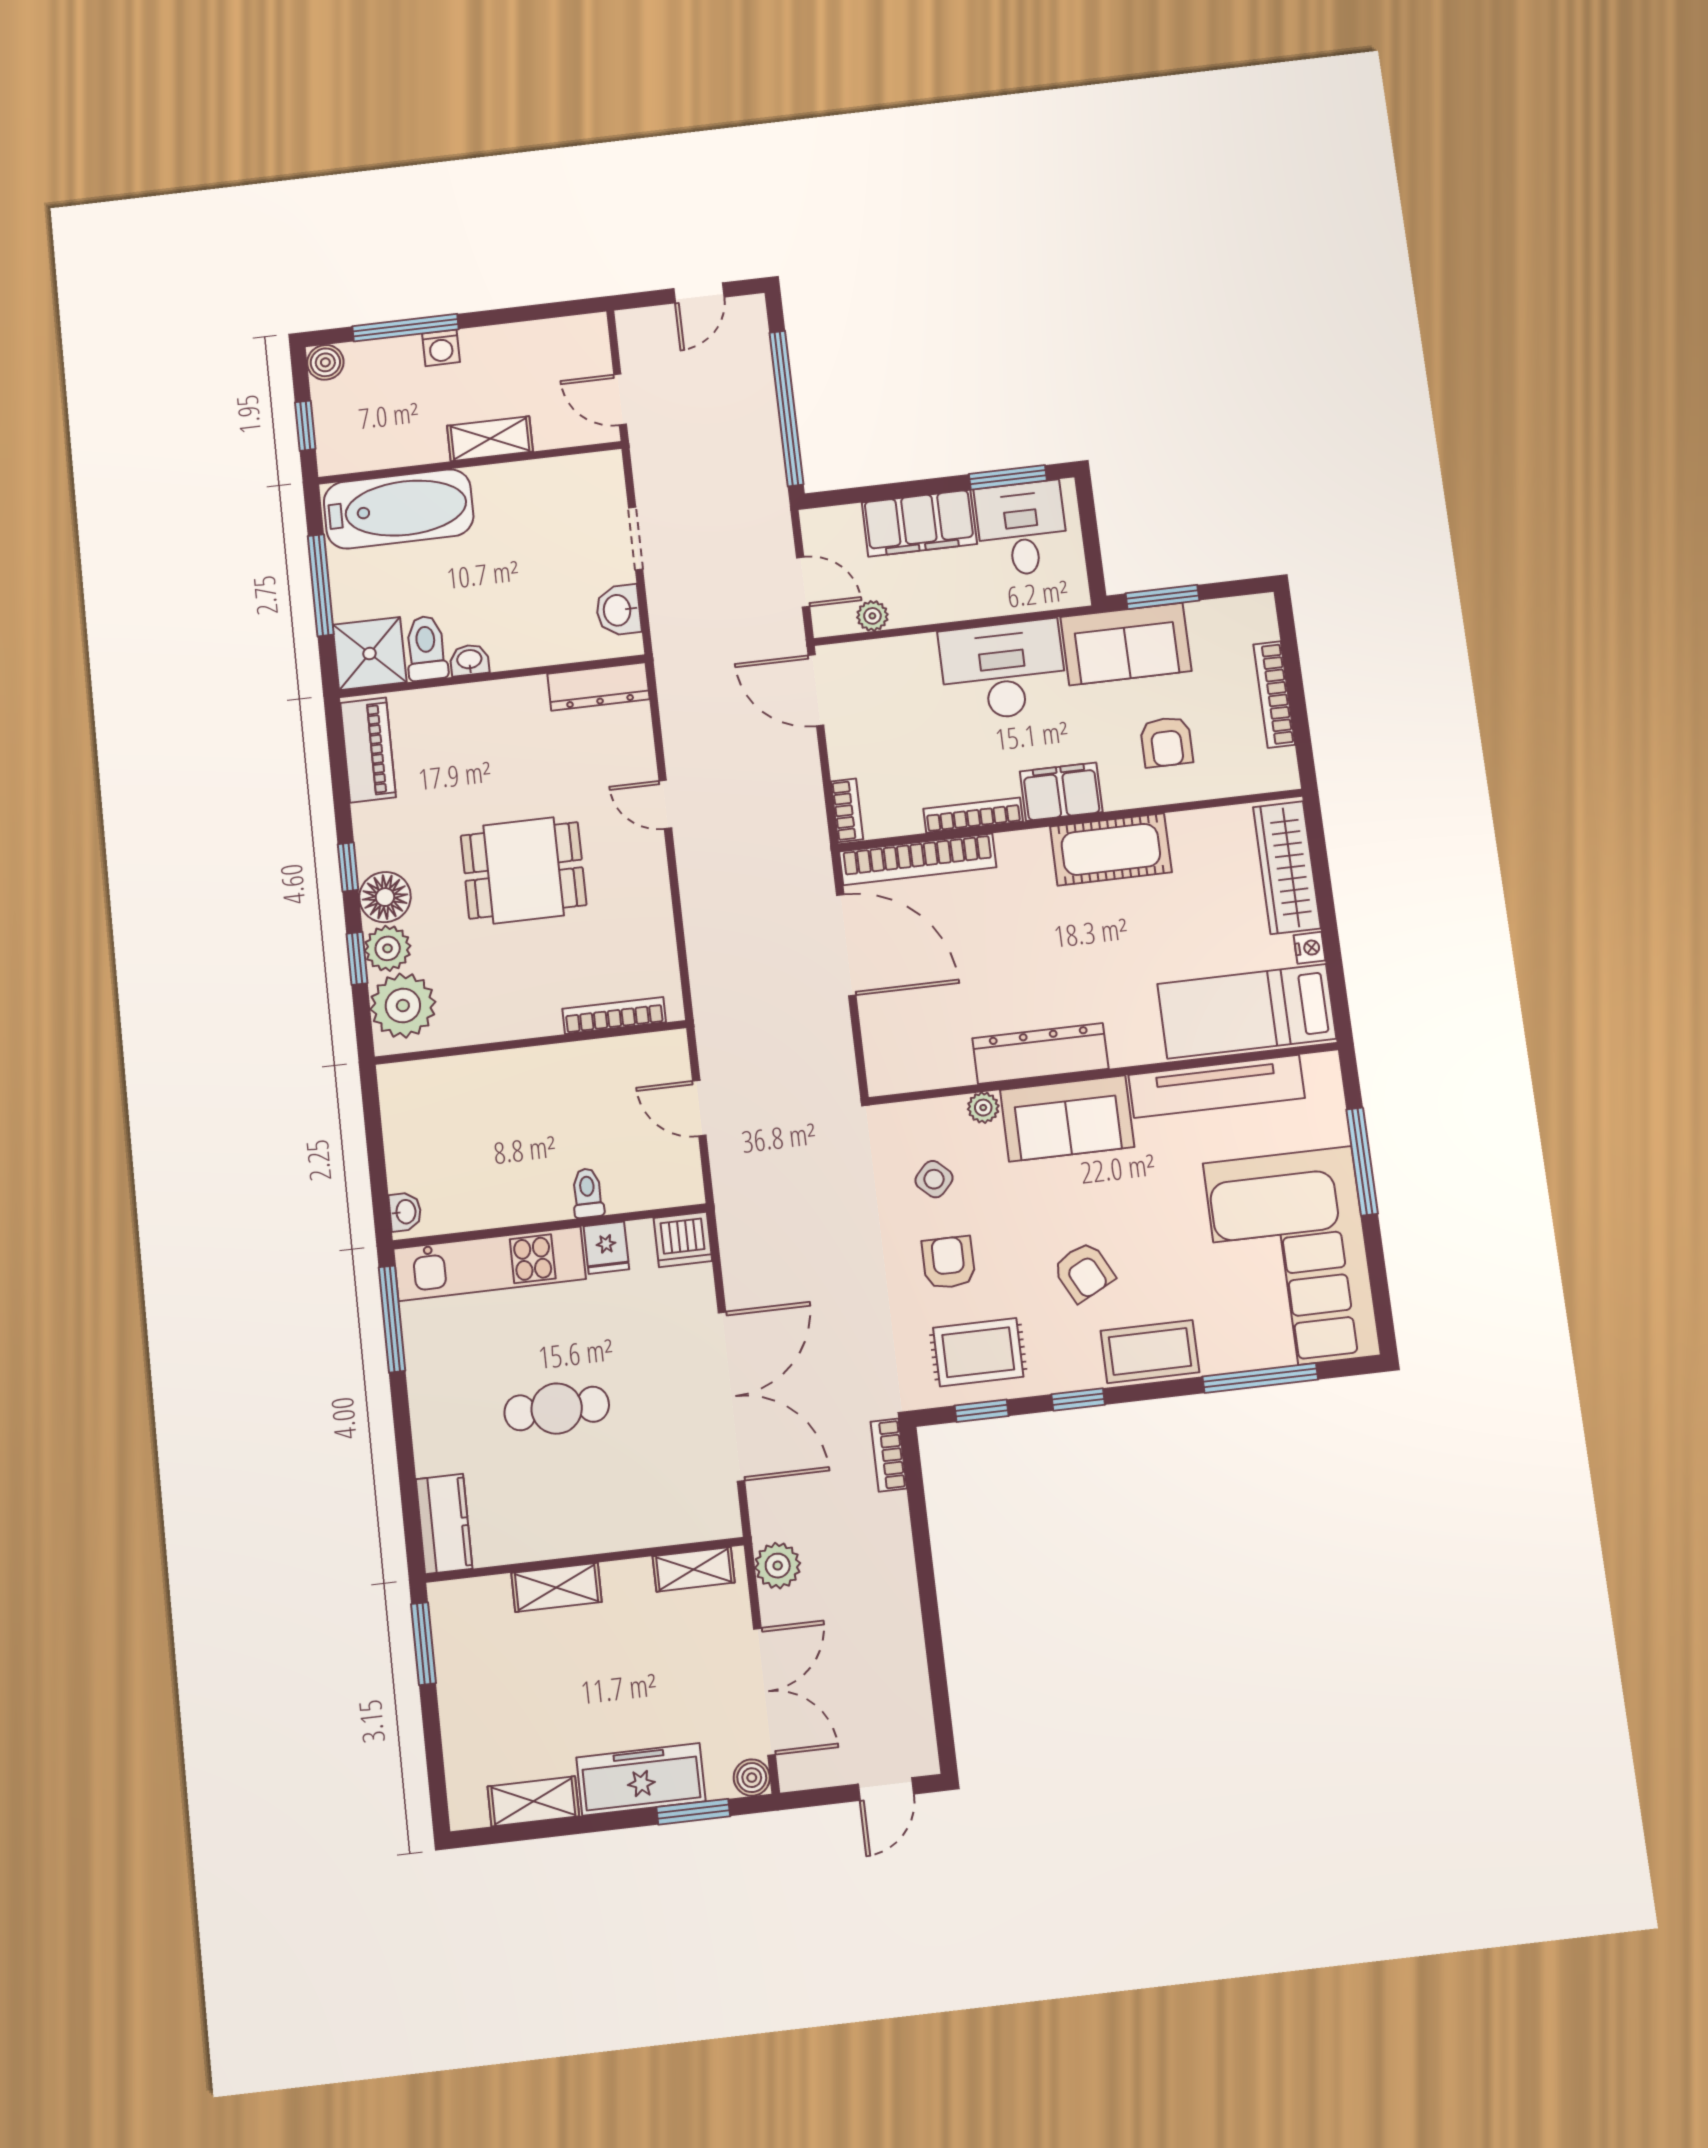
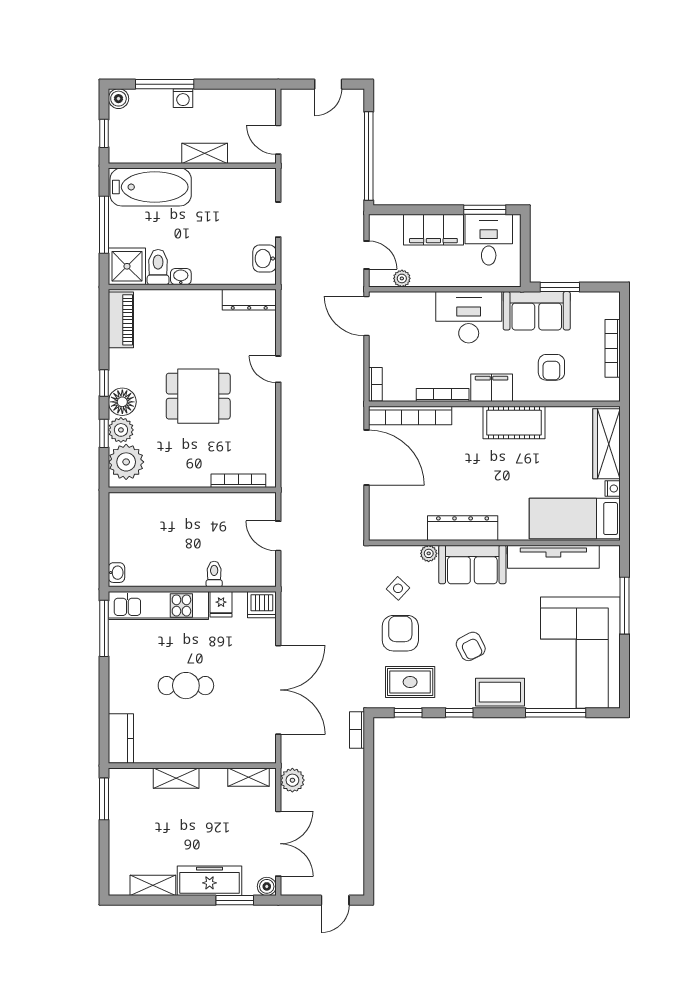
armchair: (949, 1262) -> (400, 633), width x1.38, depth x1.38

